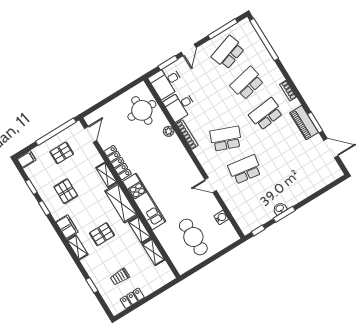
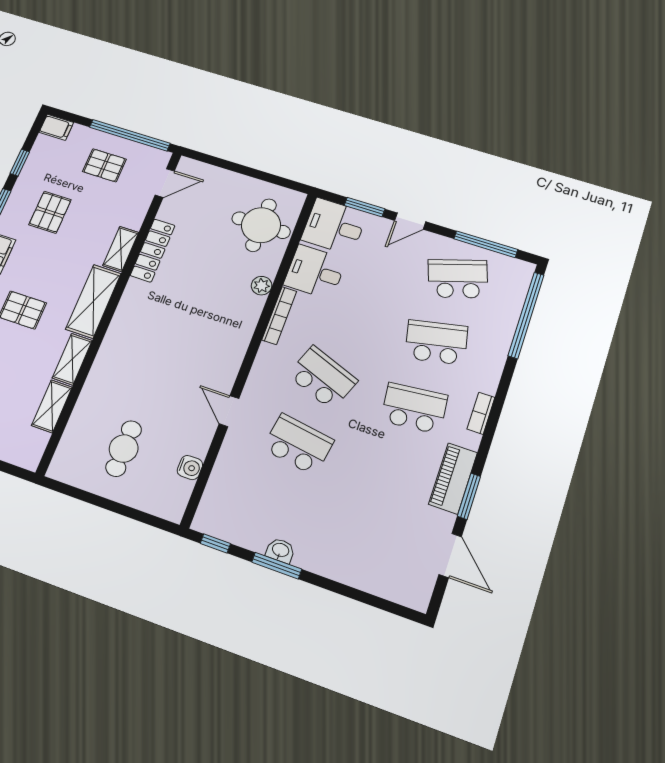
kitchen unit: (144, 201) -> (123, 332), removed
cafe table: (193, 237) -> (124, 449), width x0.73, depth x0.74

